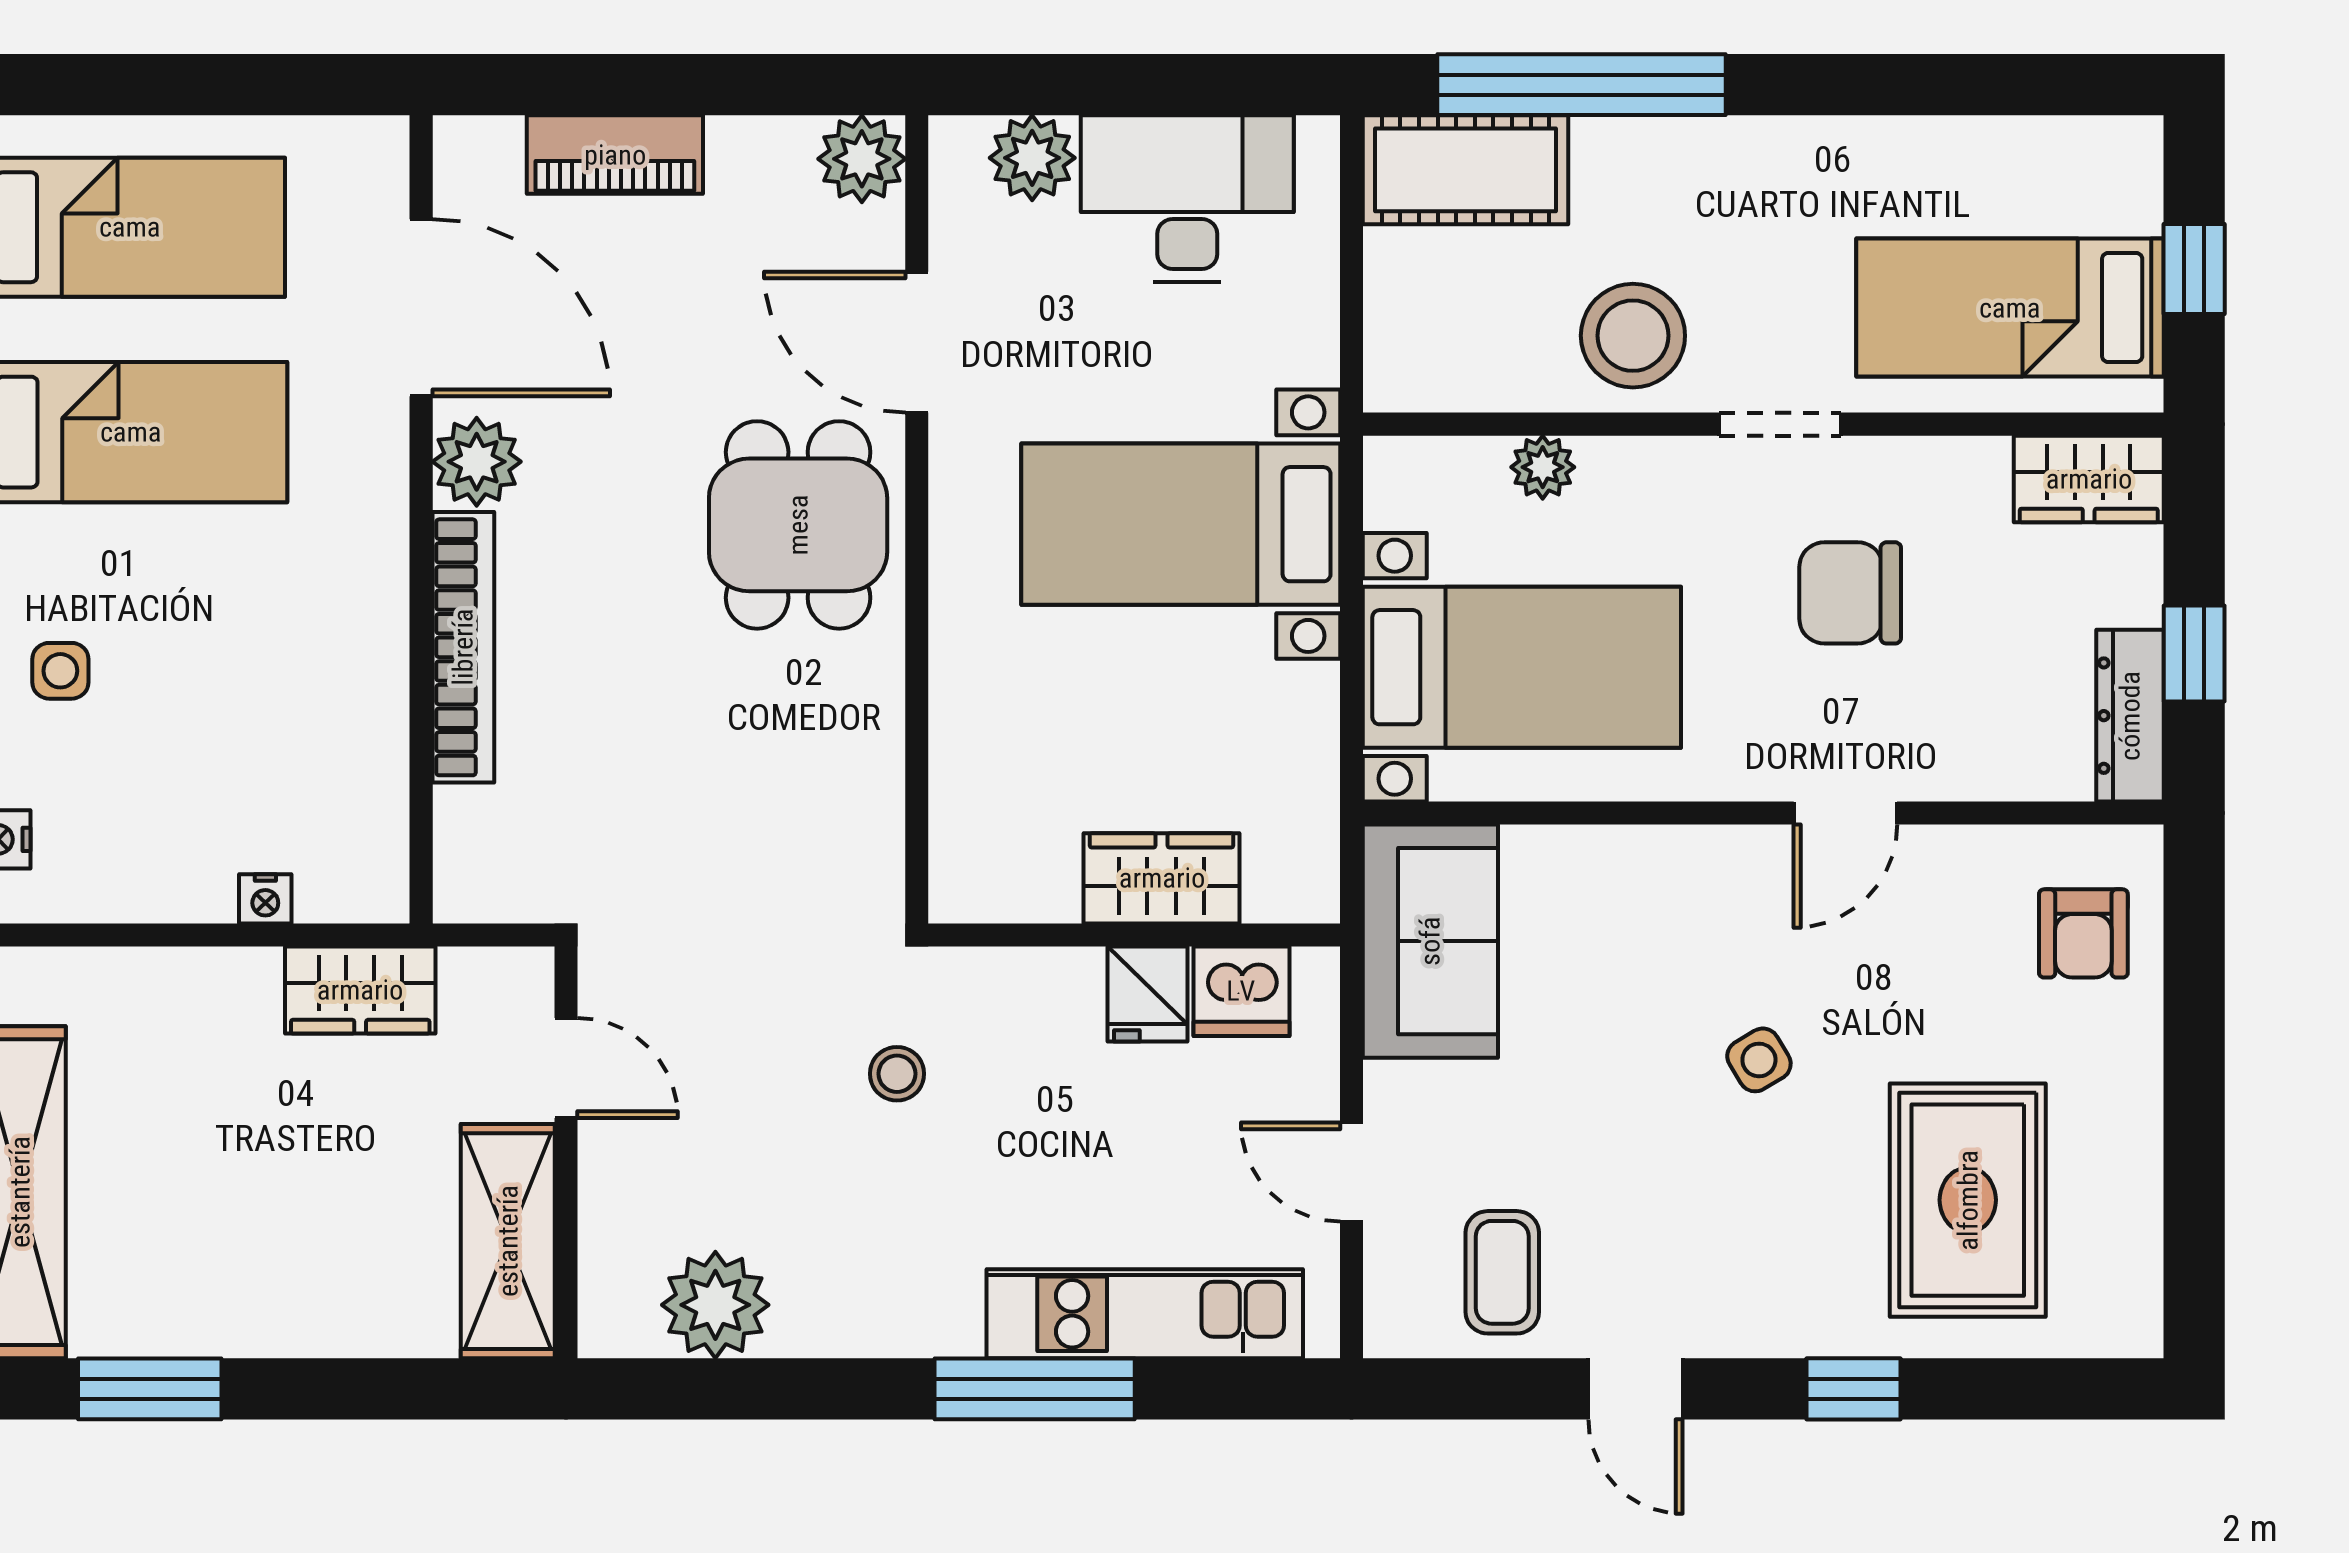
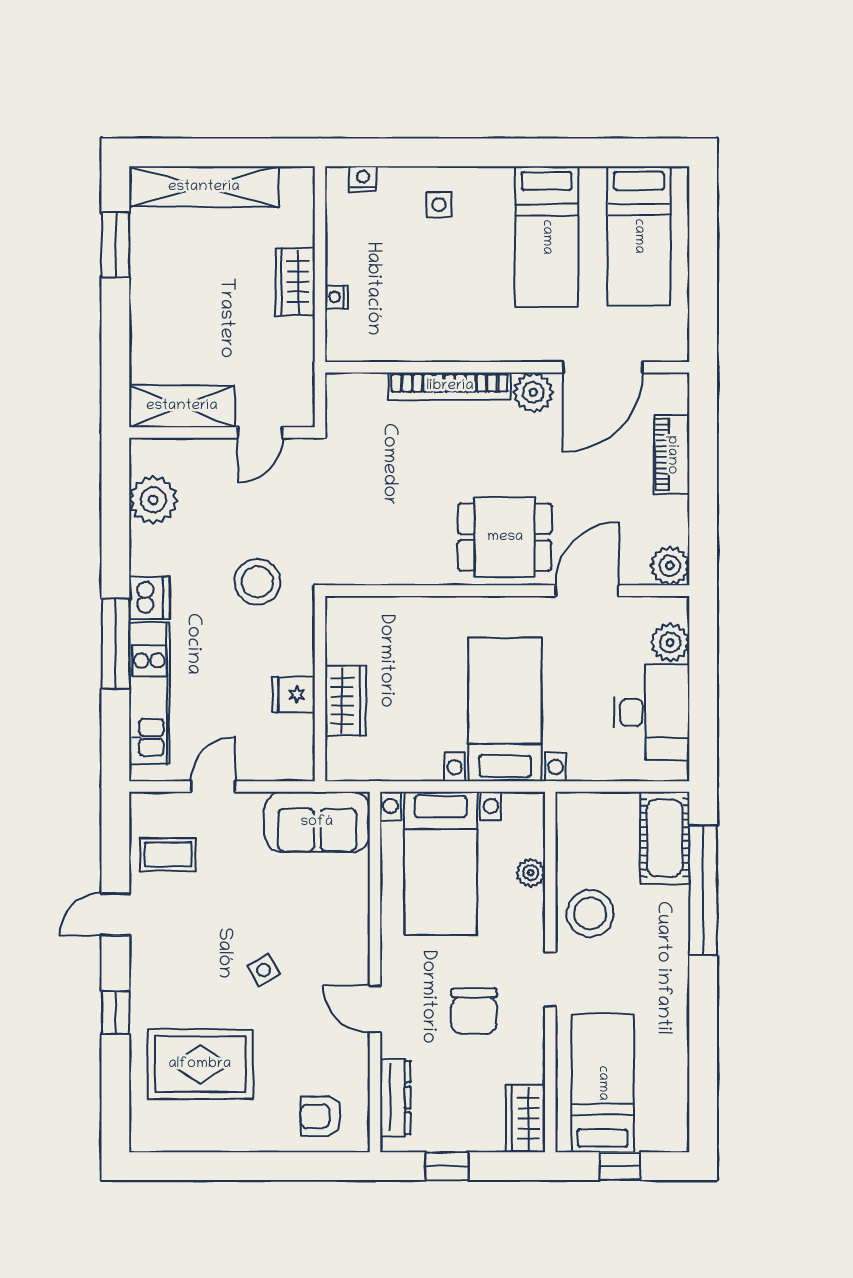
chair: (1850, 593) -> (474, 1011), turned 180
dresser: (2130, 716) -> (395, 1098), moved, turned 90
wardrobe: (360, 990) -> (295, 282), moved
dishwasher: (1241, 991) -> (149, 598), moved, turned 180
stool: (897, 1074) -> (257, 582), width x1.89, depth x1.89

